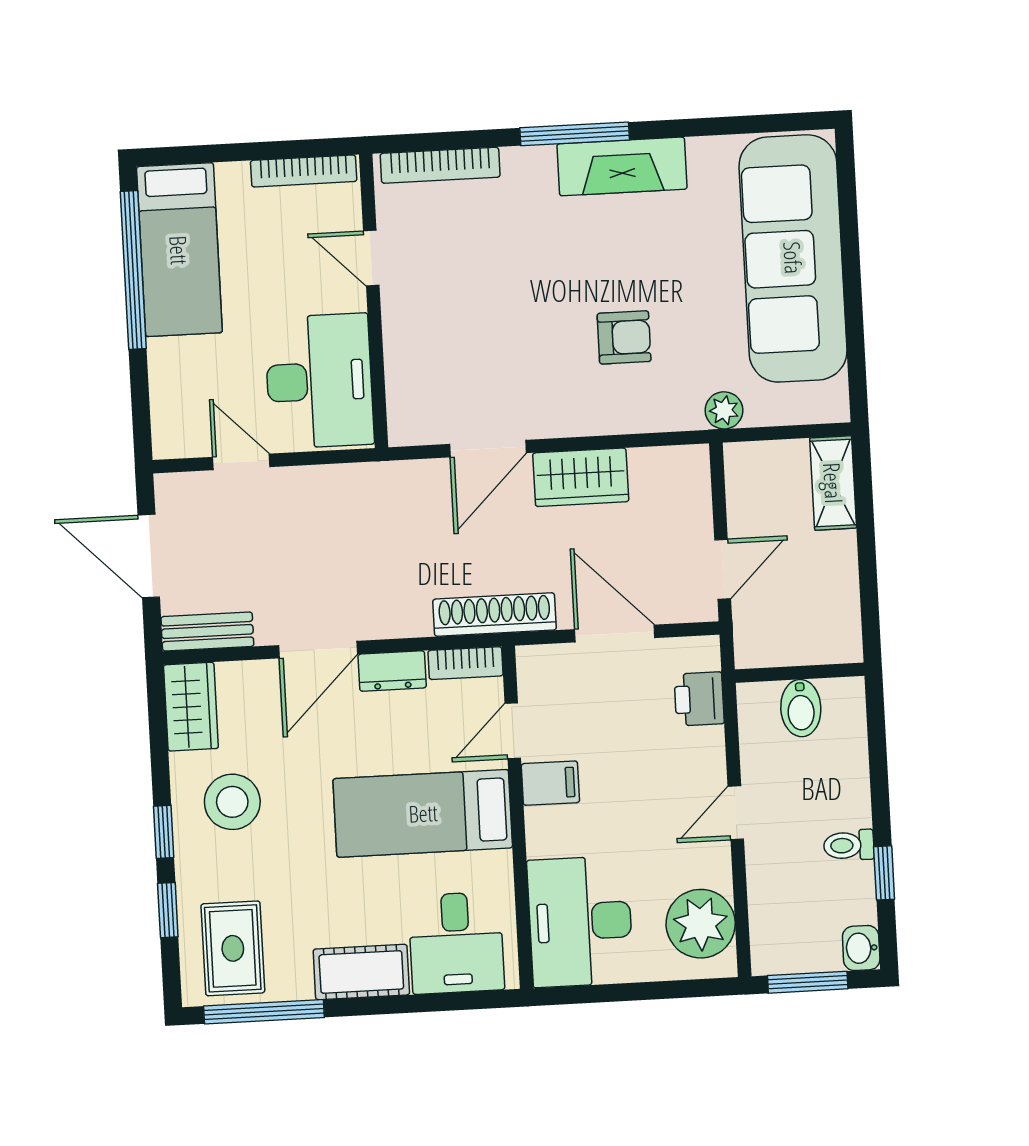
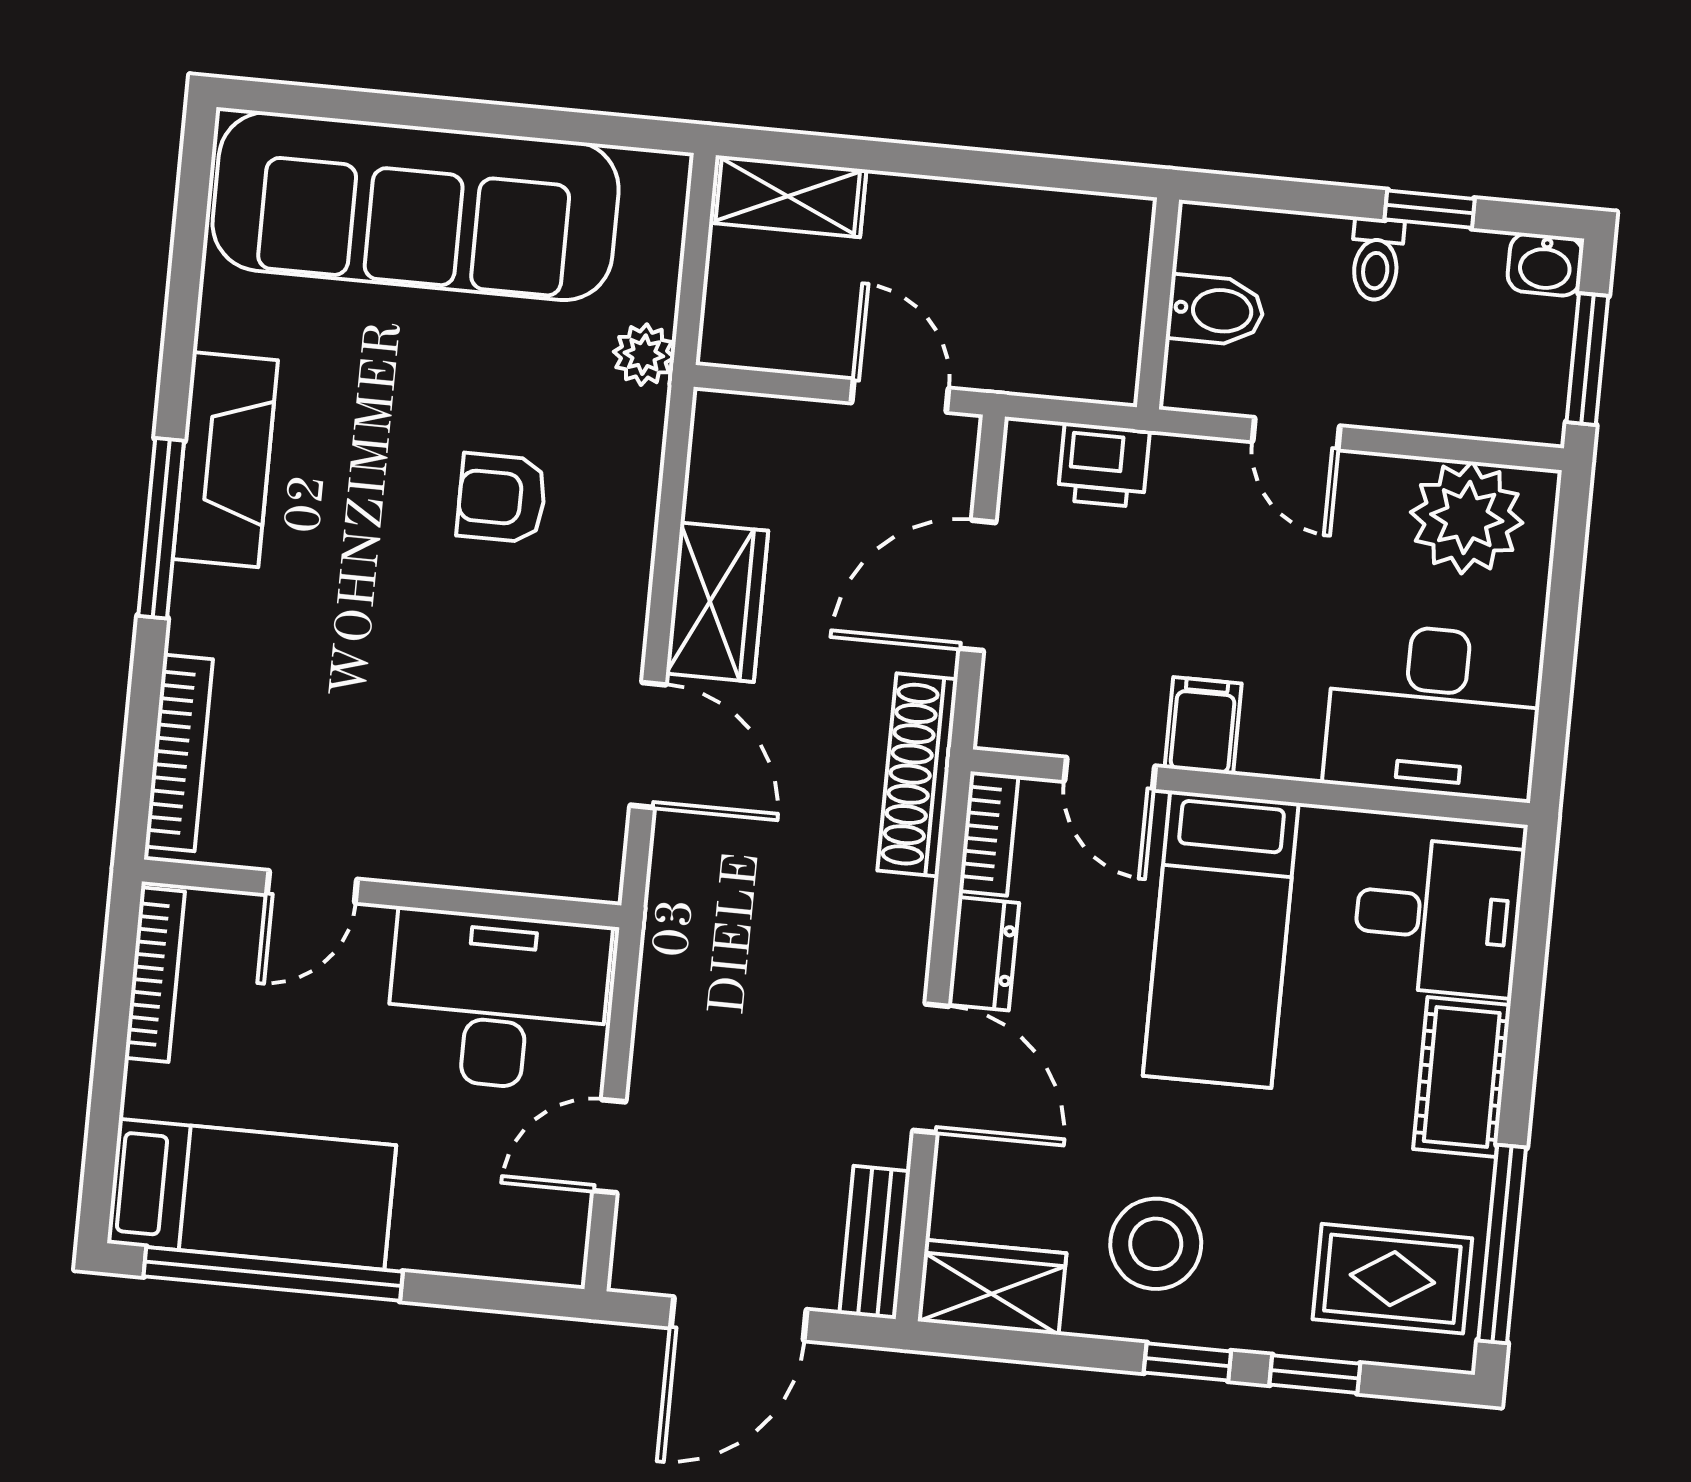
armchair: (624, 337) -> (502, 498), turned -90
wall: (800, 673) -> (1158, 304), moved
bidet: (801, 708) -> (1216, 310), moved

